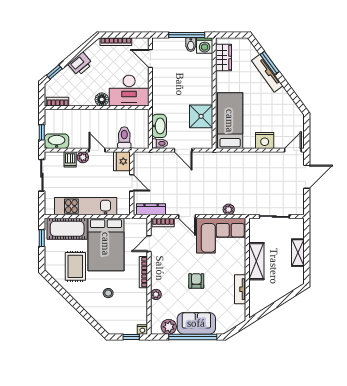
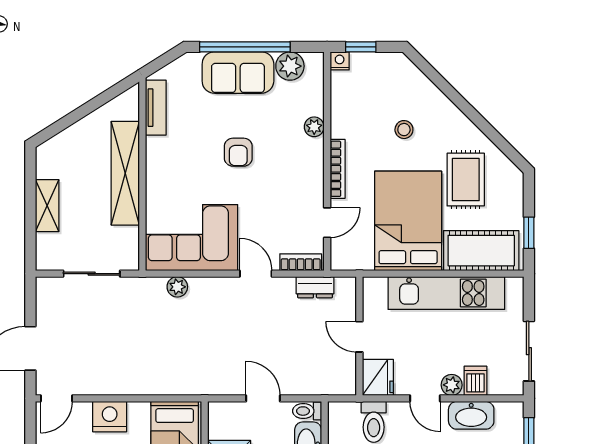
washbasin: (57, 141) -> (471, 415), moved
dresser: (151, 209) -> (315, 287), width x0.70
shelving: (256, 261) -> (125, 173), width x1.47
tv unit: (240, 289) -> (156, 108), moved

